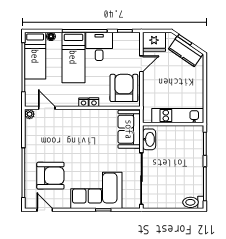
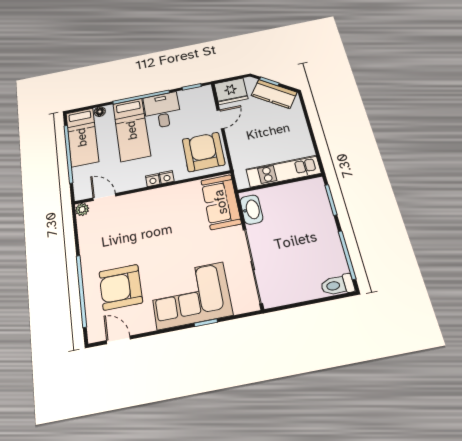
armchair: (50, 176) -> (121, 287), turned 180

